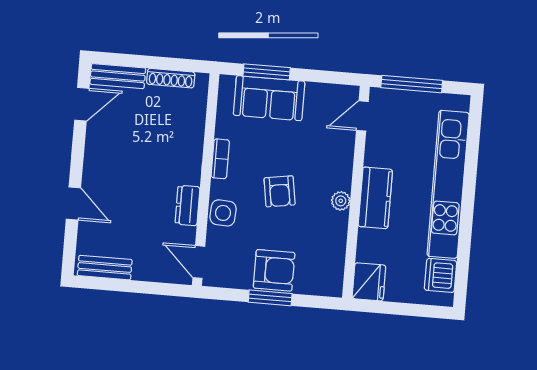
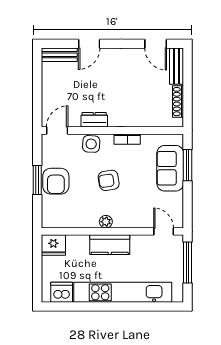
bench: (105, 268) -> (59, 55), moved, turned 90

